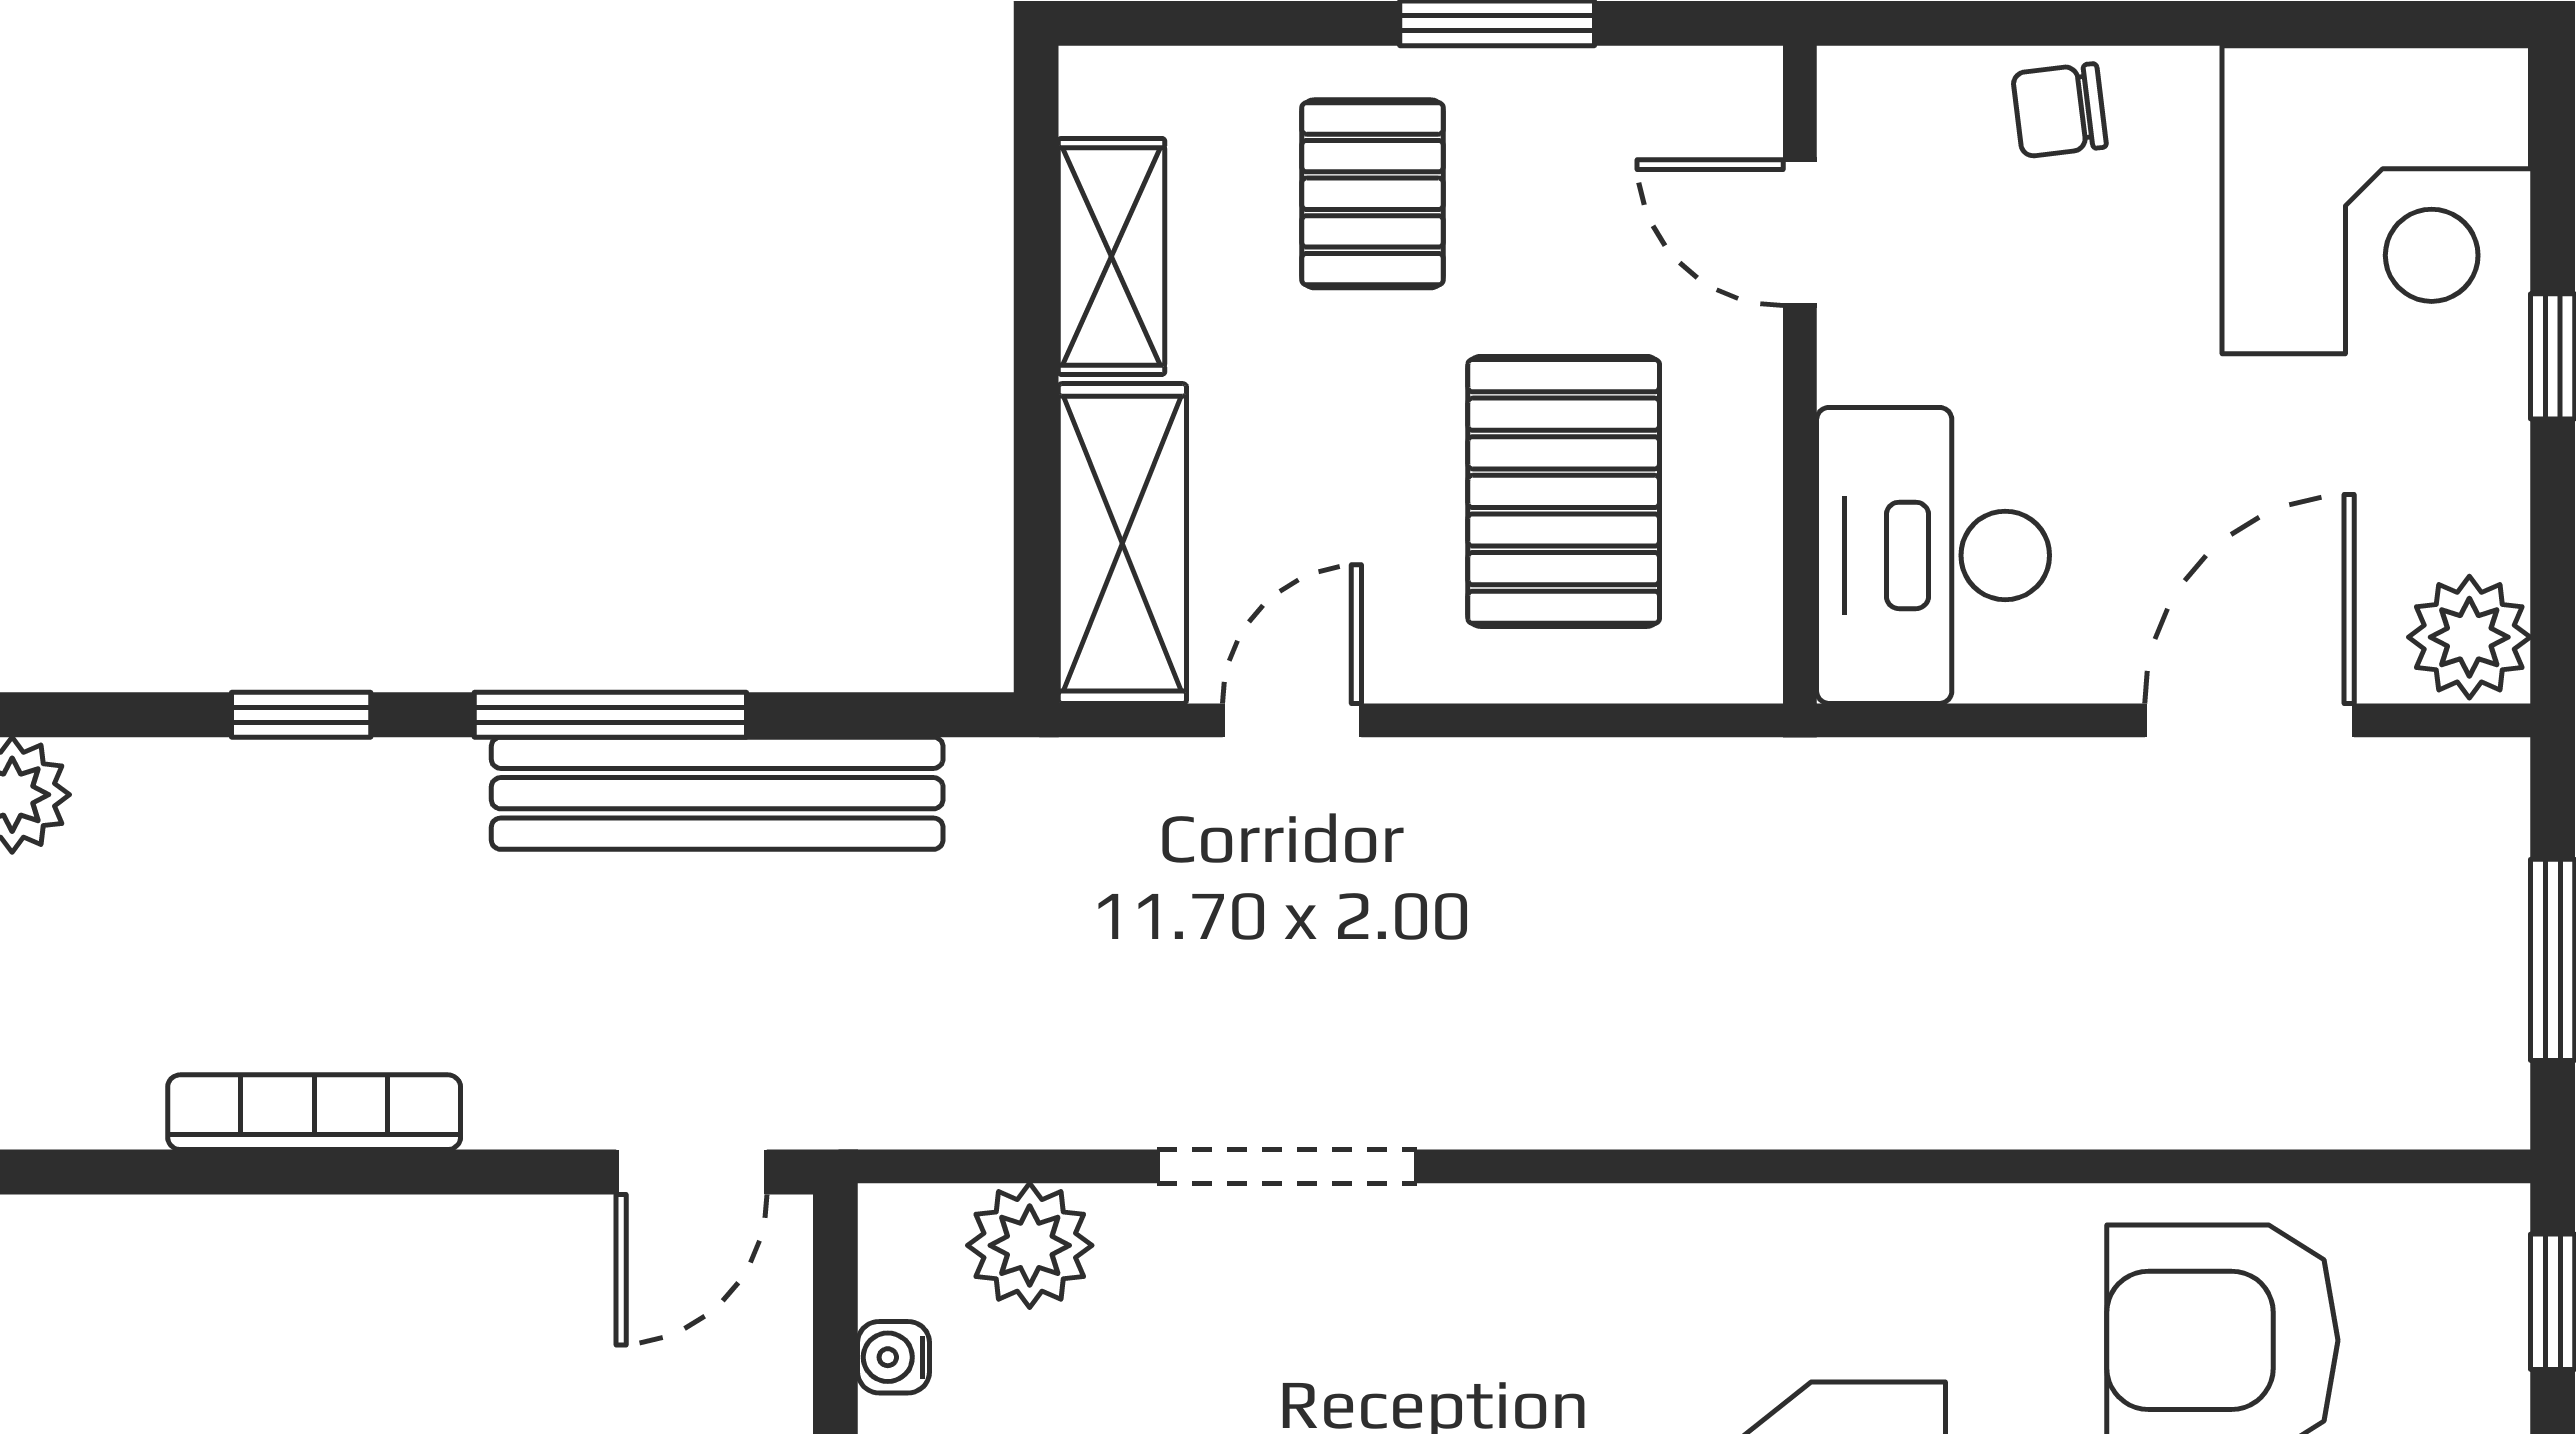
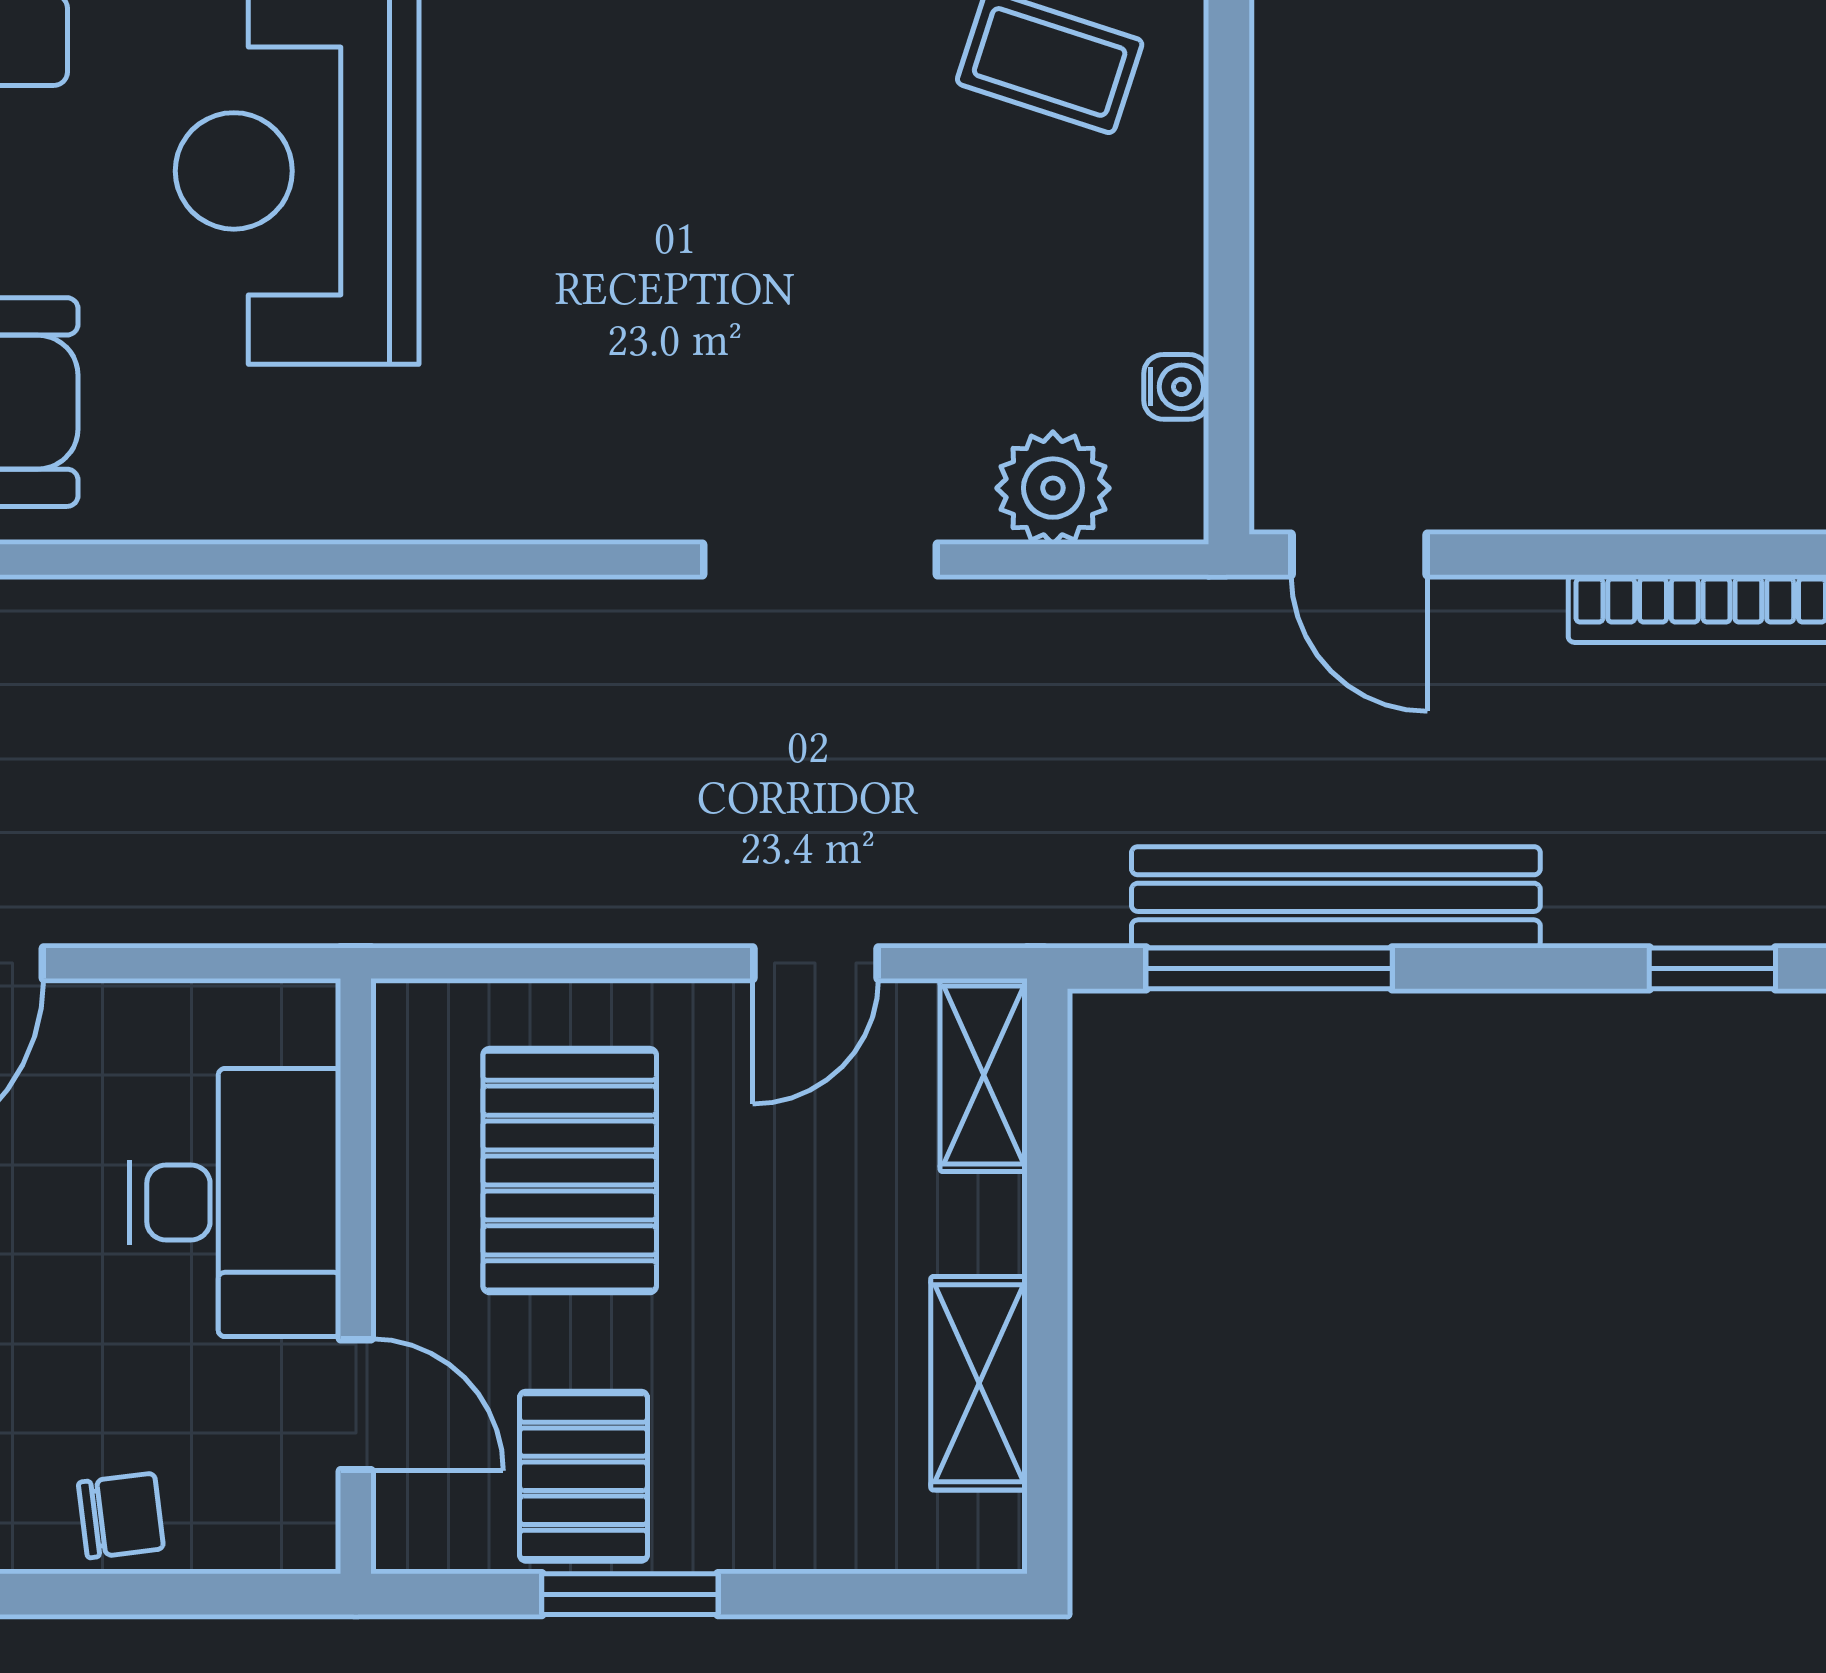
pallet: (1372, 194) -> (584, 1476), moved
shelving: (1122, 544) -> (984, 1075), width x0.67, depth x0.75
desk: (1933, 555) -> (235, 1202), moved
window: (610, 715) -> (1269, 968), moved
door: (691, 1172) -> (1359, 555), swing flipped

